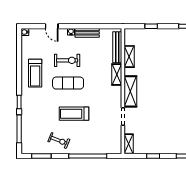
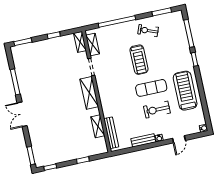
door: (52, 26) -> (179, 139), swing flipped
treadmill: (35, 73) -> (185, 91), width x1.37, depth x1.38
shelving: (117, 75) -> (93, 44), moved
treadmill: (74, 114) -> (139, 60), turned 90

